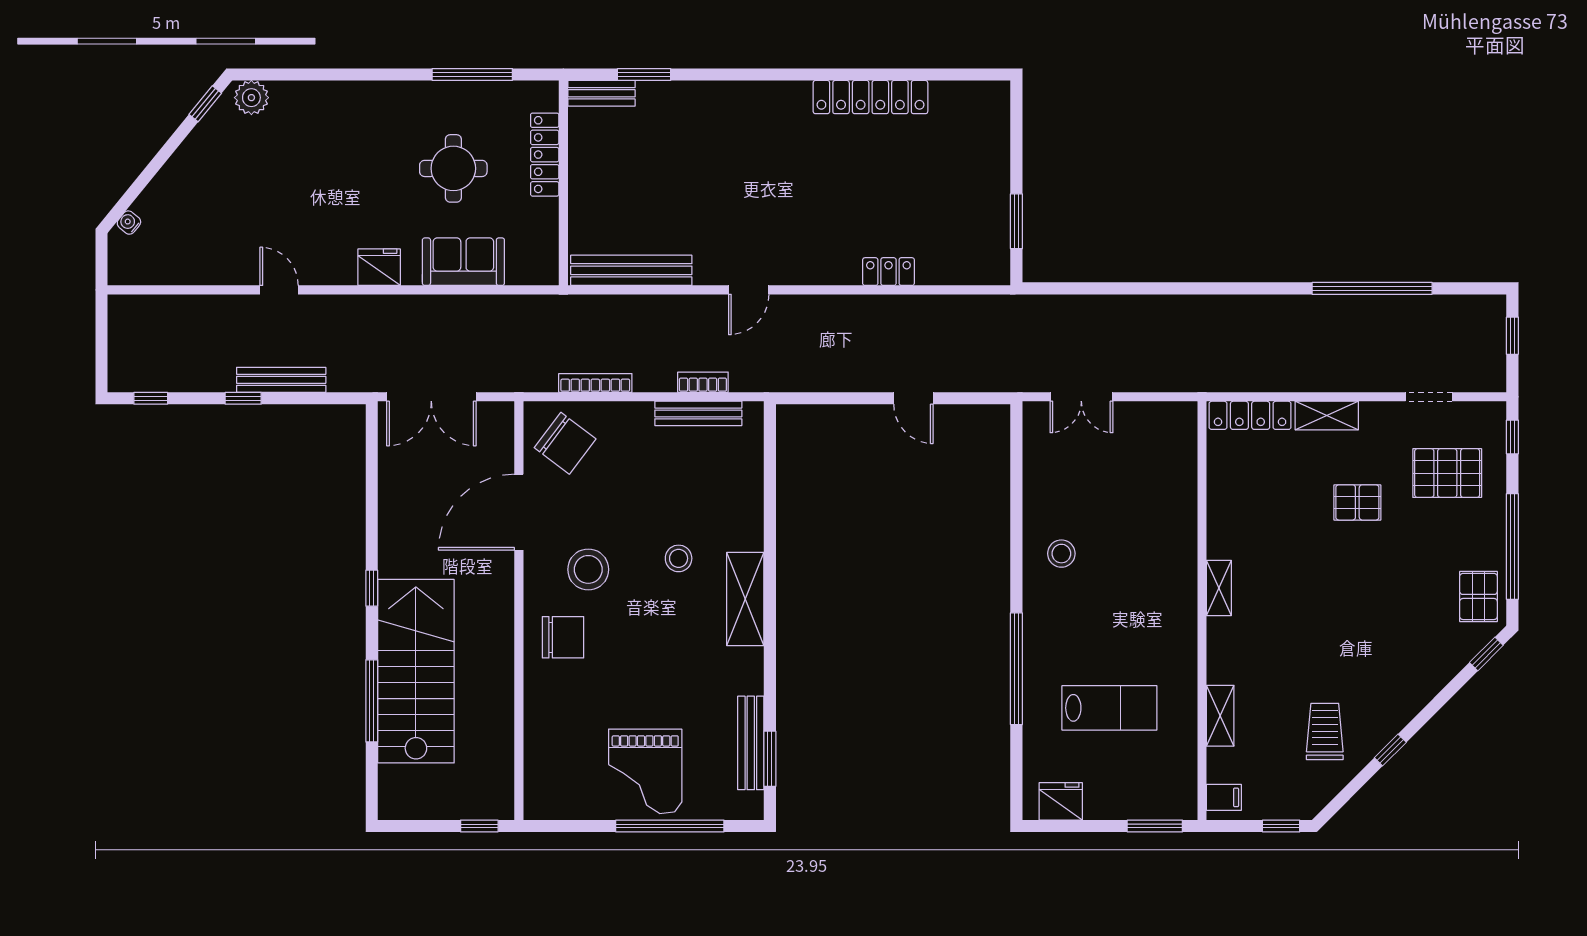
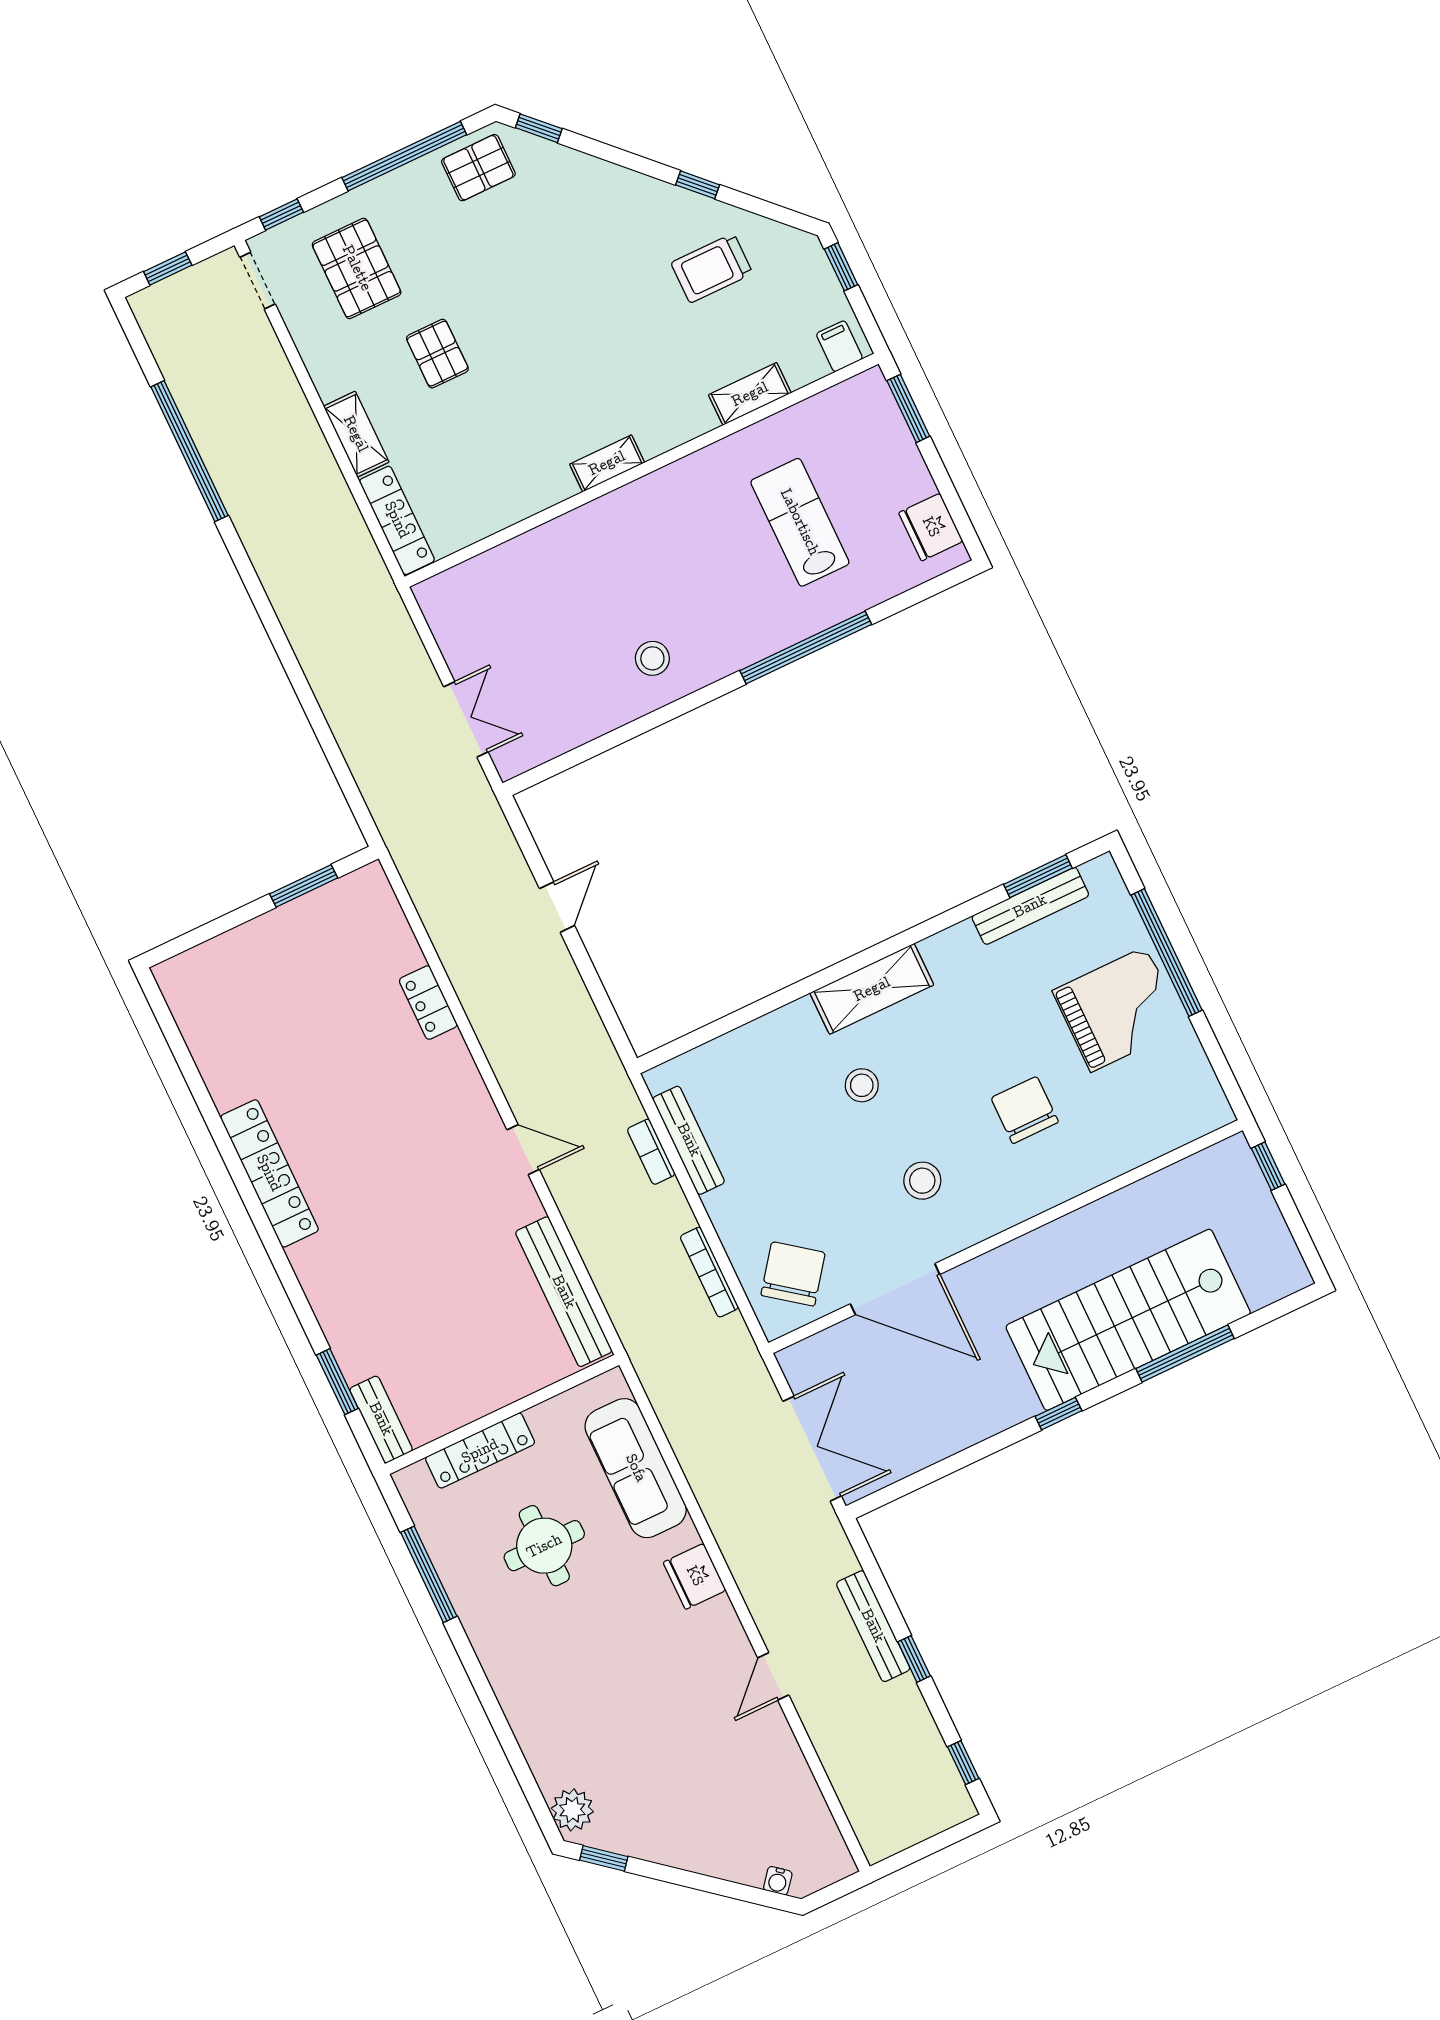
locker: (870, 97) -> (269, 1173), moved
sofa: (463, 262) -> (636, 1468), width x1.36
doorway: (1429, 397) -> (257, 281), moved
stool: (588, 569) -> (922, 1181), width x0.73, depth x0.73
chair: (563, 637) -> (1025, 1110), moved

